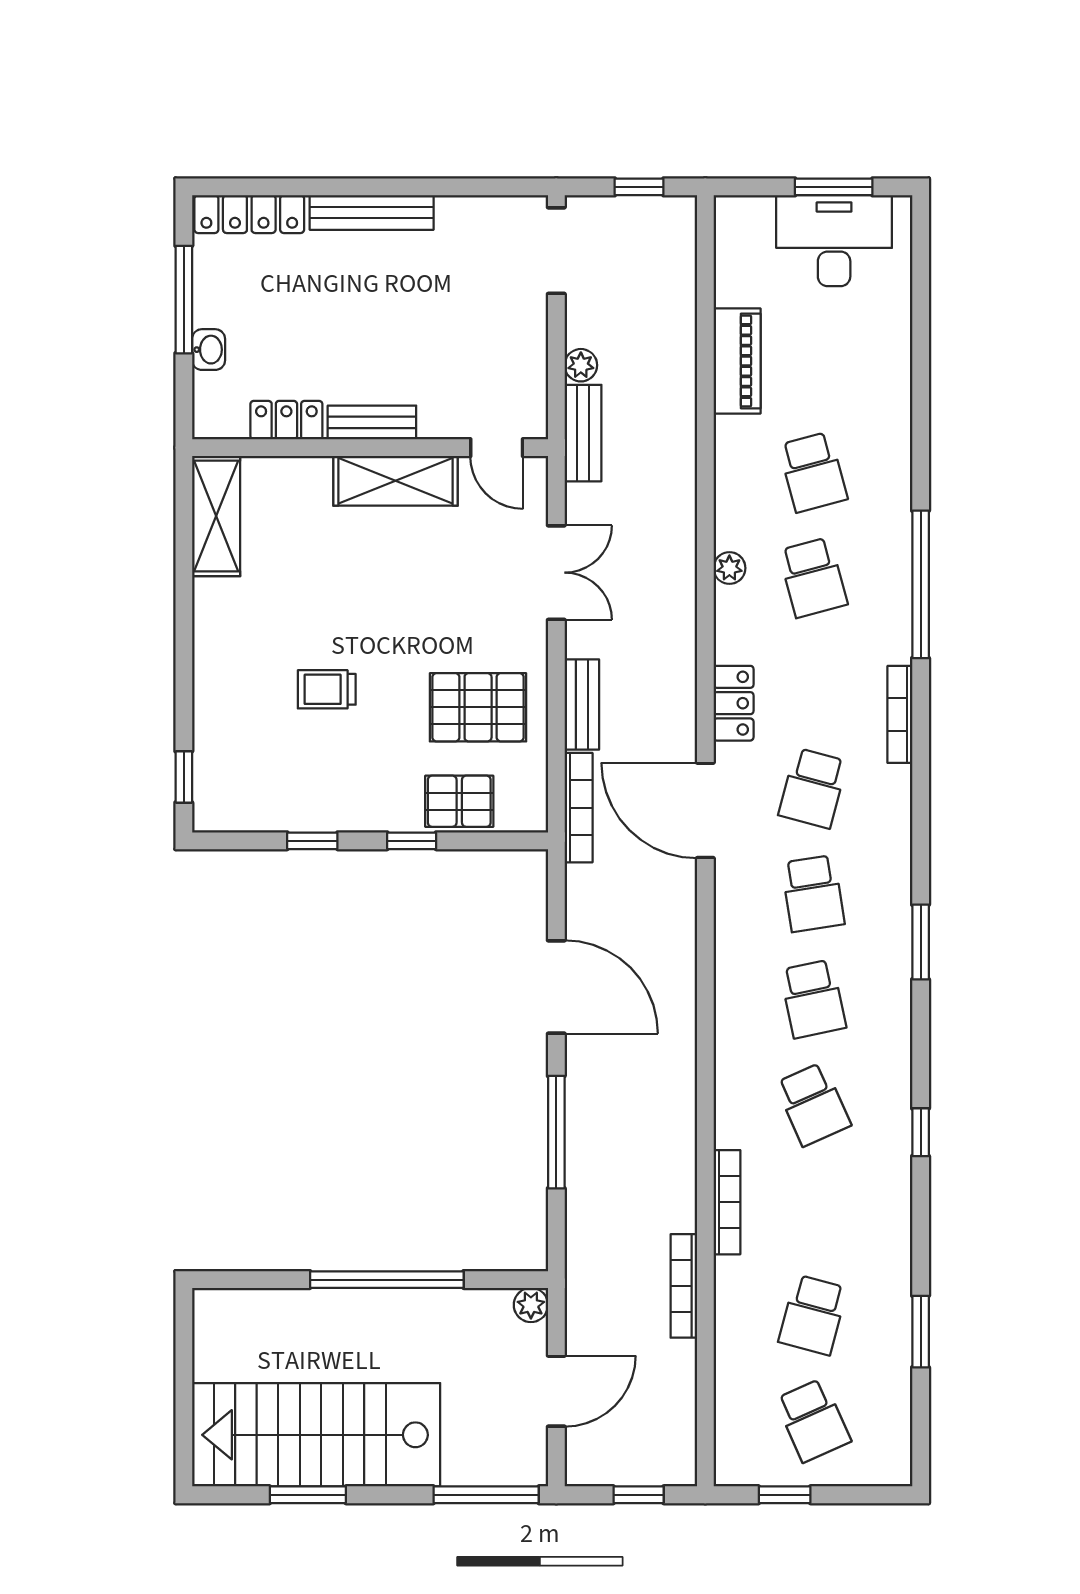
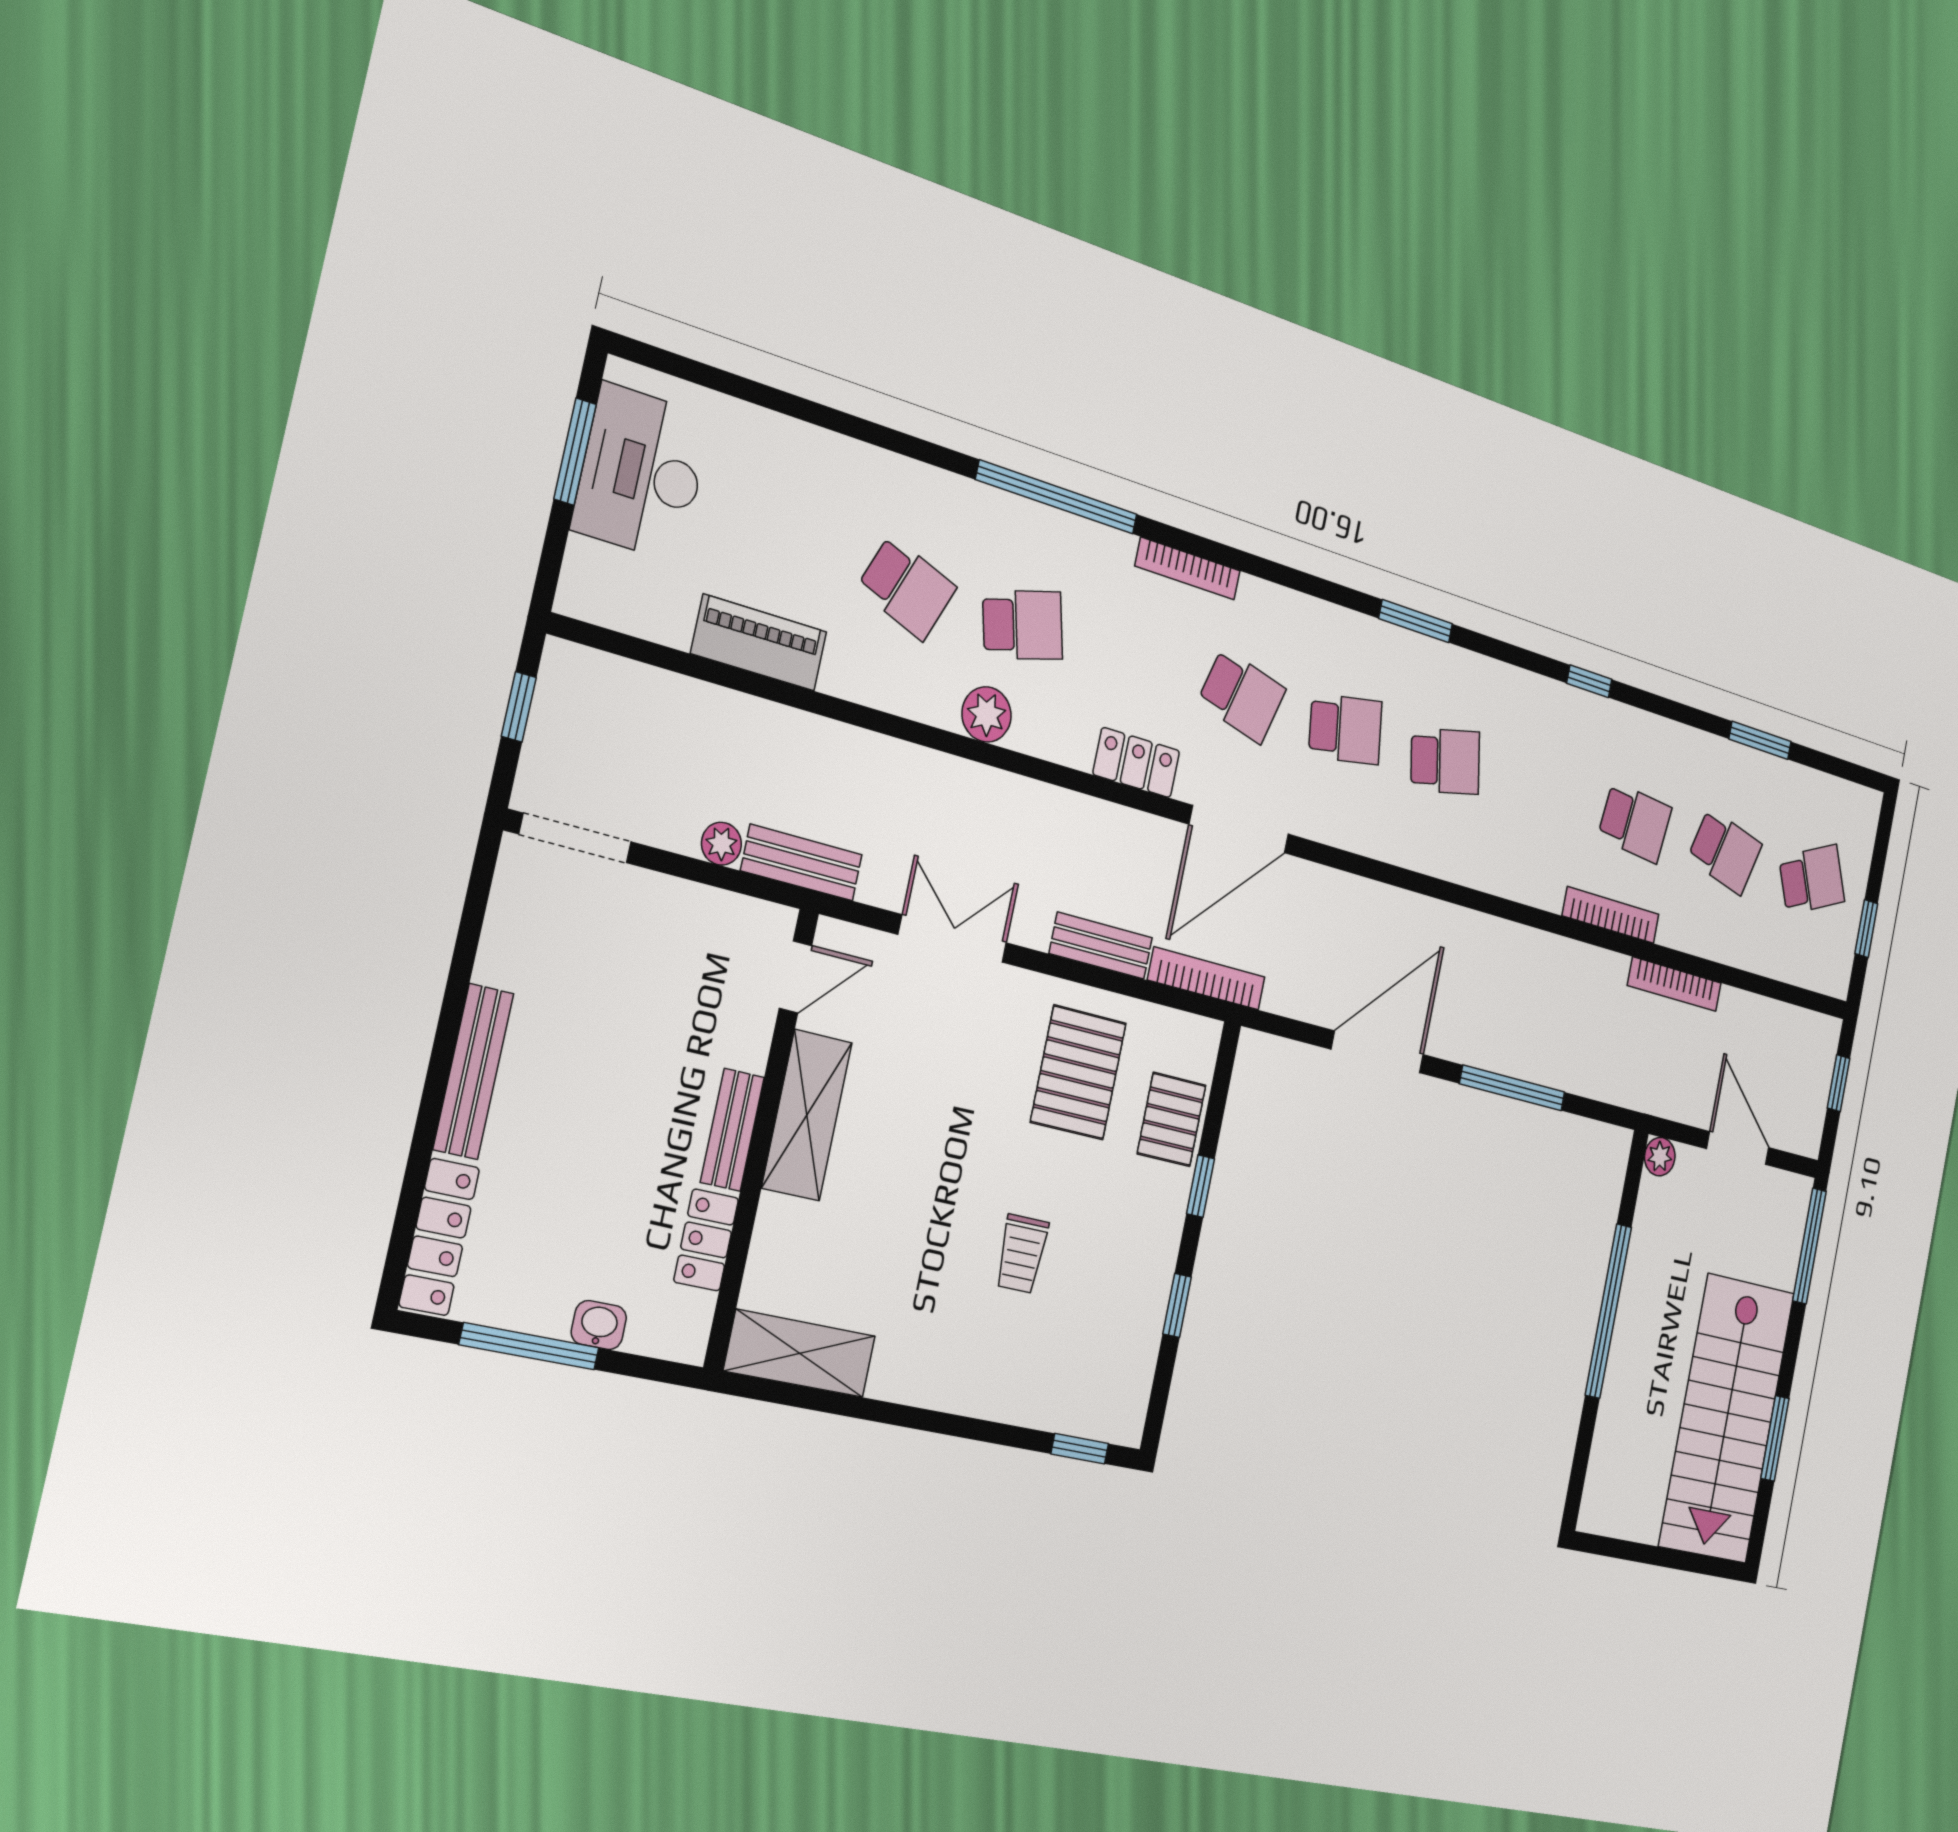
school desk: (813, 472) -> (907, 588), turned 36
plant: (729, 568) -> (987, 714), width x1.38, depth x1.38
school desk: (813, 1104) -> (1635, 822), moved, turned 30

